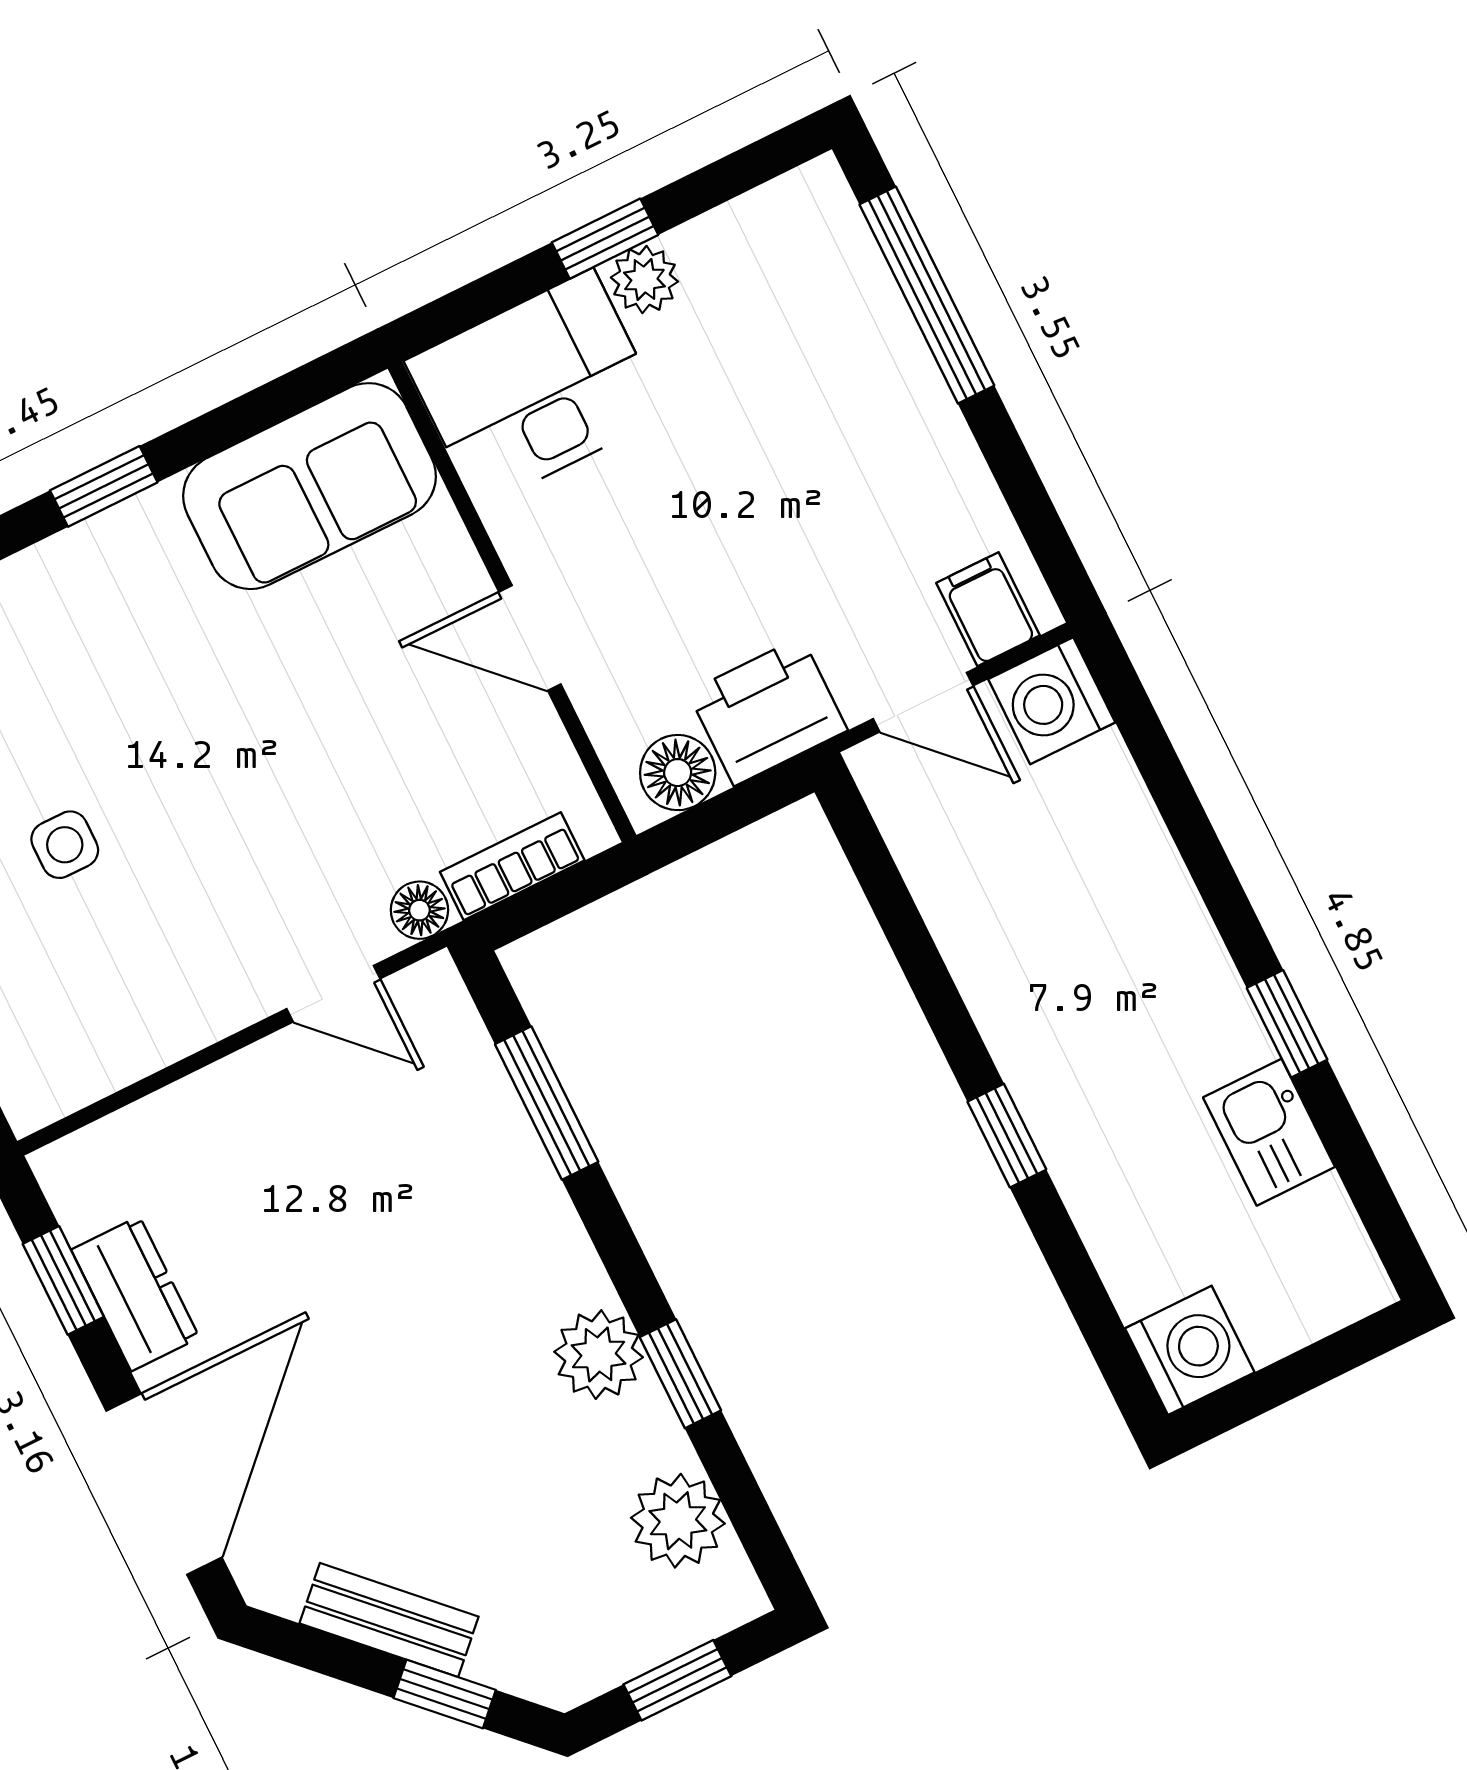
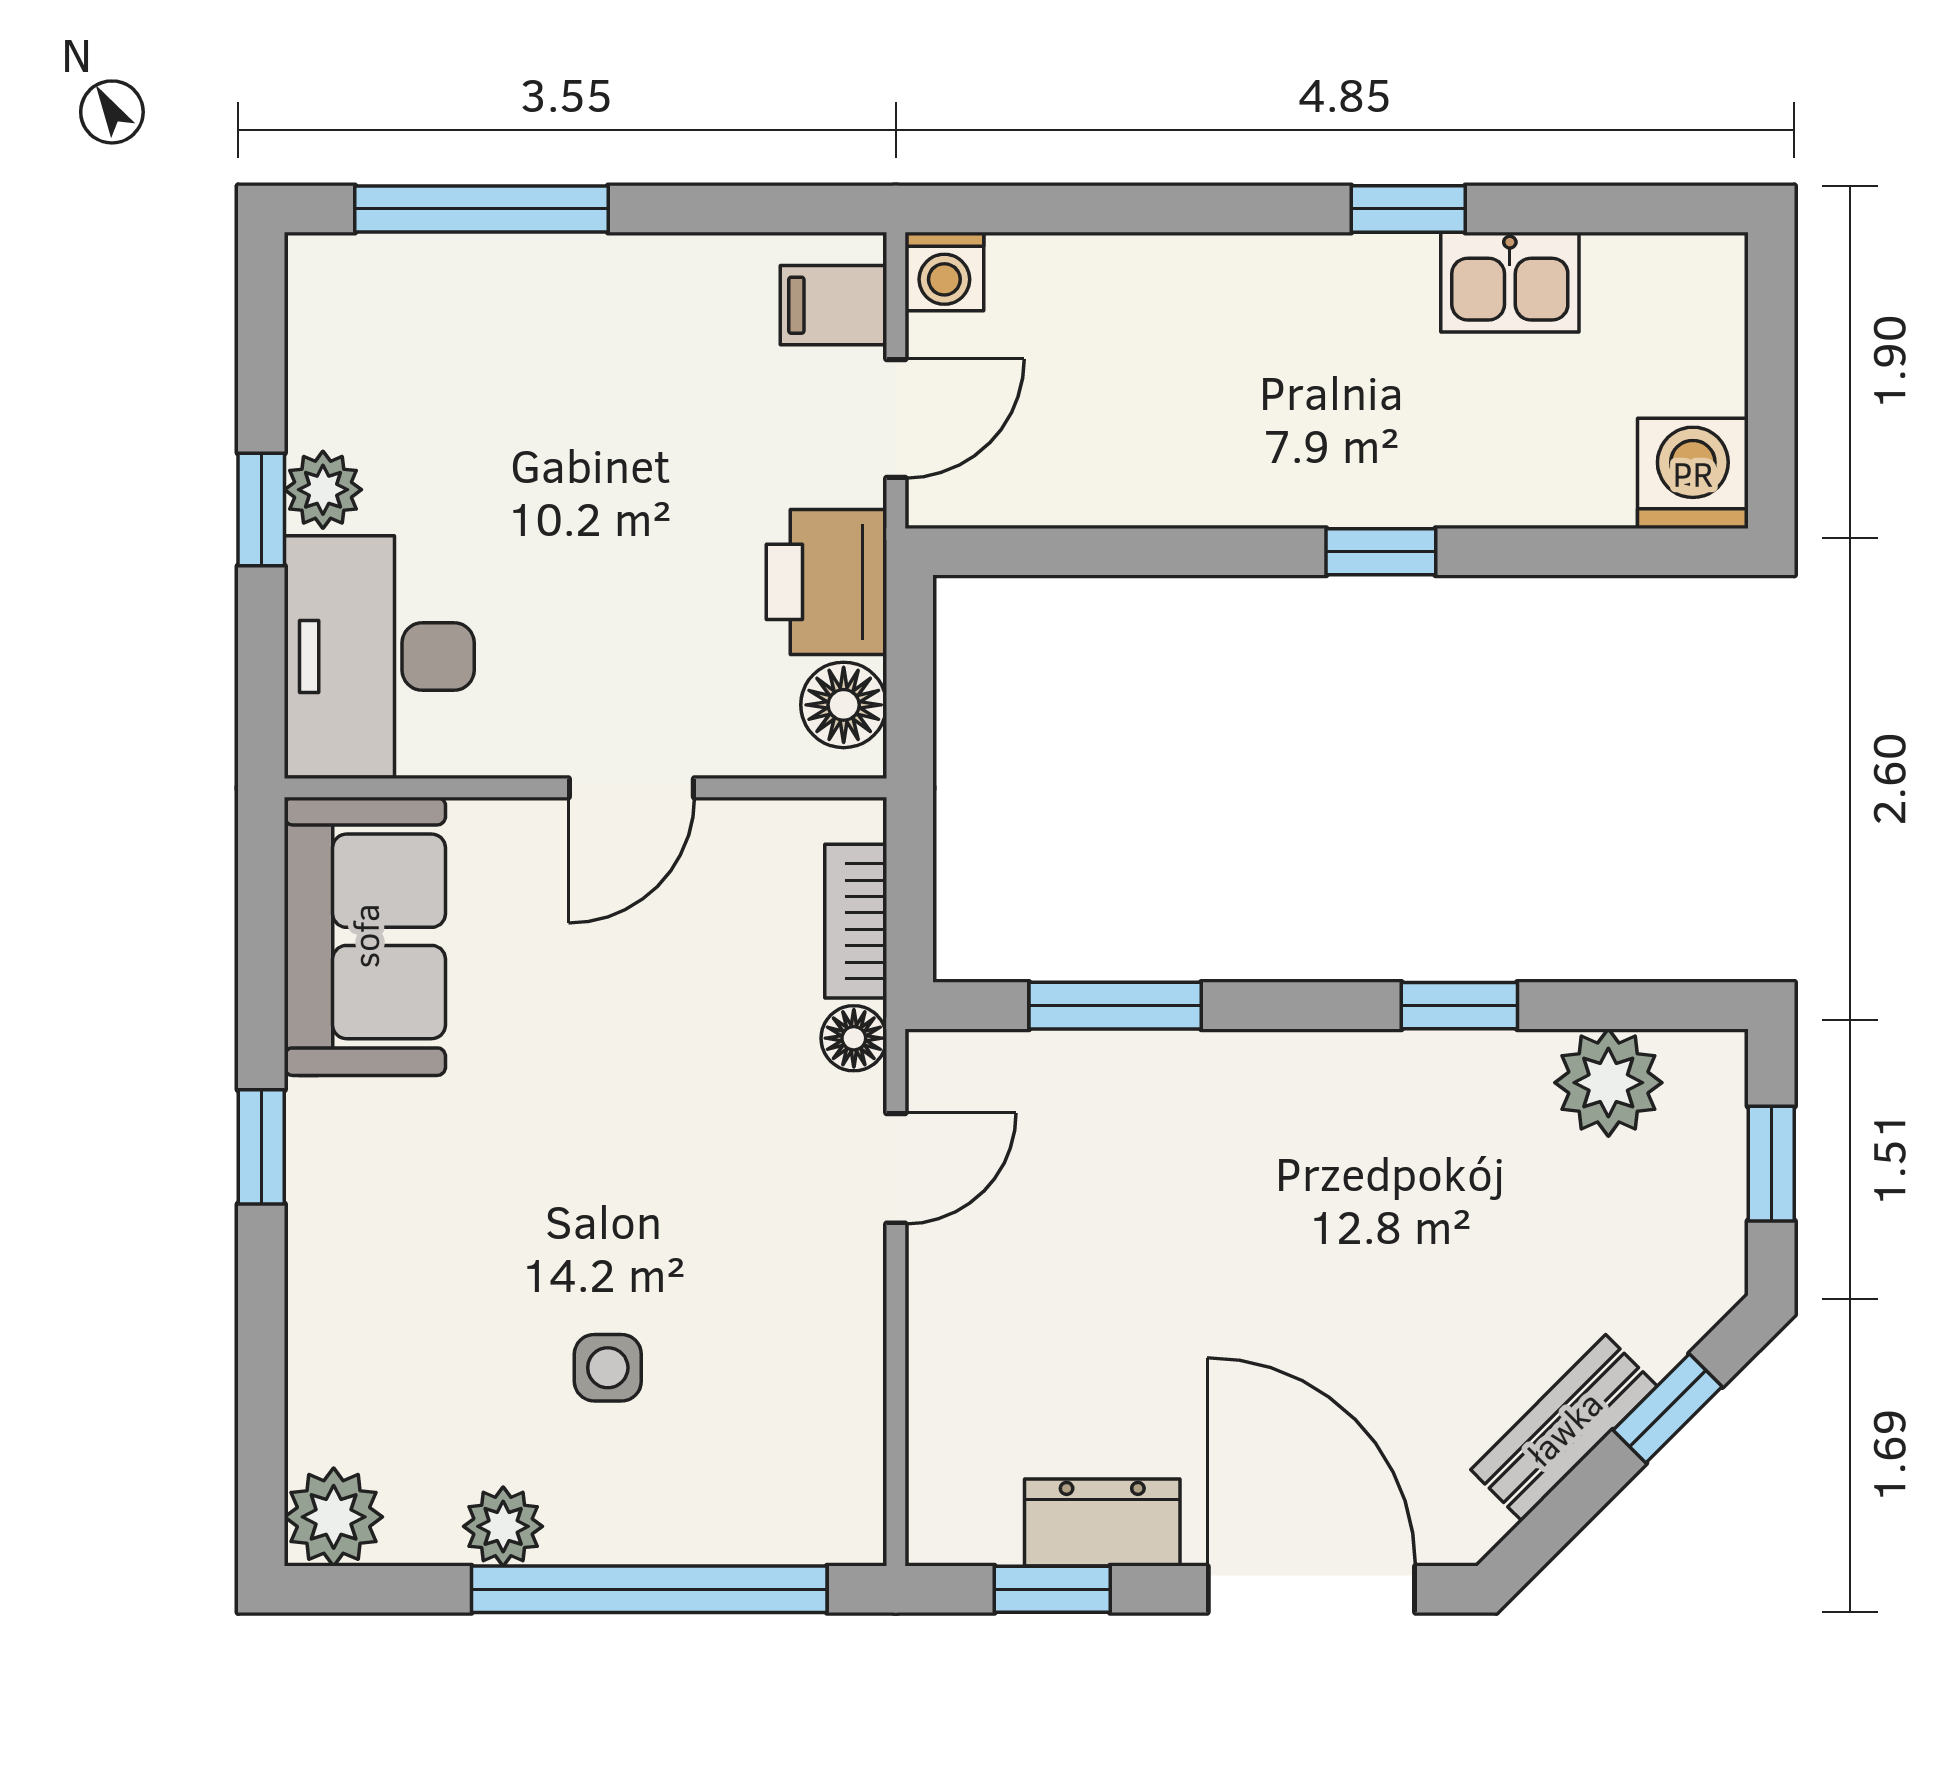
washing machine: (1052, 701) -> (944, 271), width x0.73, depth x0.73
plant: (599, 1355) -> (1398, 1080), removed

